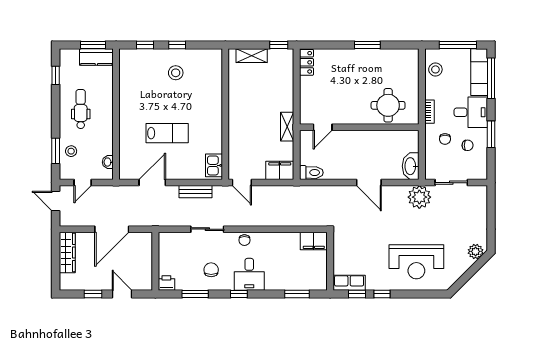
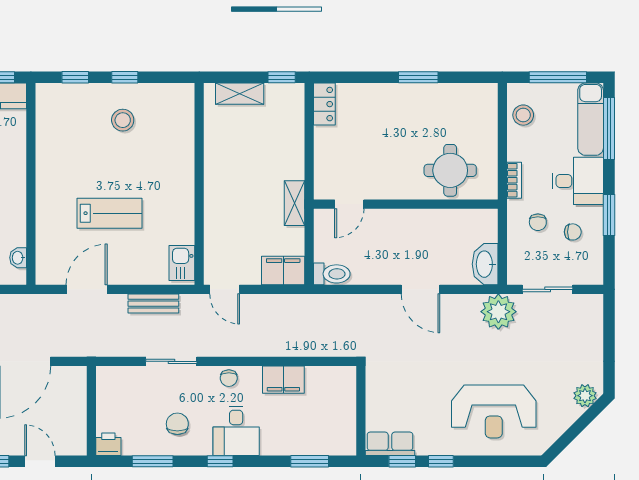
filing cabinet: (314, 241) -> (283, 380), moved

